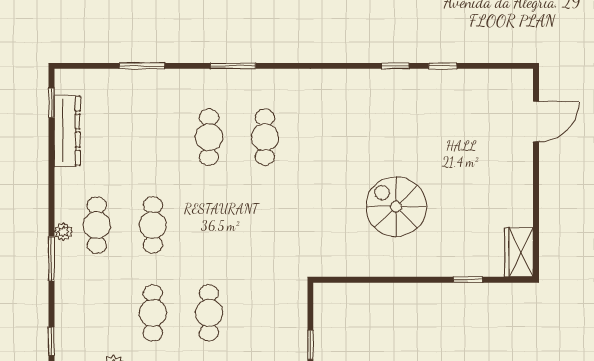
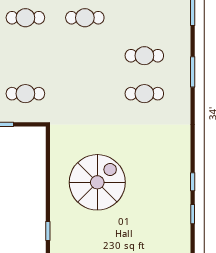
spiral stairs: (396, 207) -> (97, 182), width x1.37, depth x1.37
cafe table: (209, 313) -> (25, 94), moved

